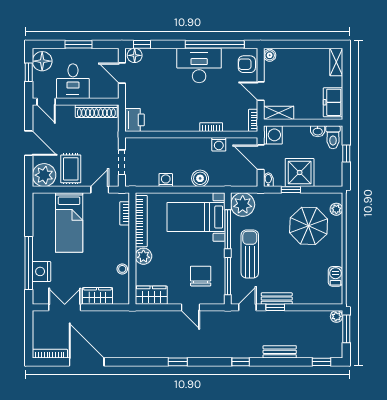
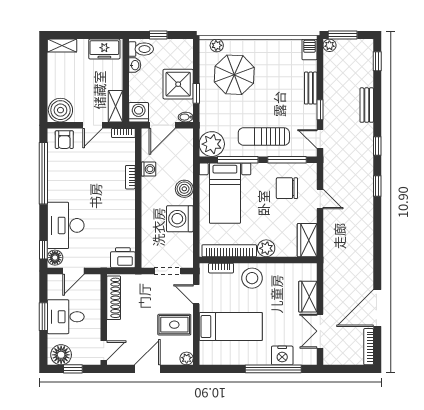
boiler: (270, 55) -> (60, 110), width x1.86, depth x1.86
desk: (199, 65) -> (66, 225), moved
desk: (73, 81) -> (66, 317), moved, turned 180
plant: (44, 175) -> (187, 358), width x0.53, depth x0.53
washing machine: (166, 180) -> (180, 219), width x1.89, depth x1.89
stool: (122, 269) -> (252, 278), moved, width x1.89, depth x1.89
barbecue: (335, 276) -> (309, 49), moved, turned 90
bench: (277, 299) -> (311, 88), moved
door: (190, 307) -> (320, 199), hinge flipped
window: (178, 362) -> (377, 186), moved

